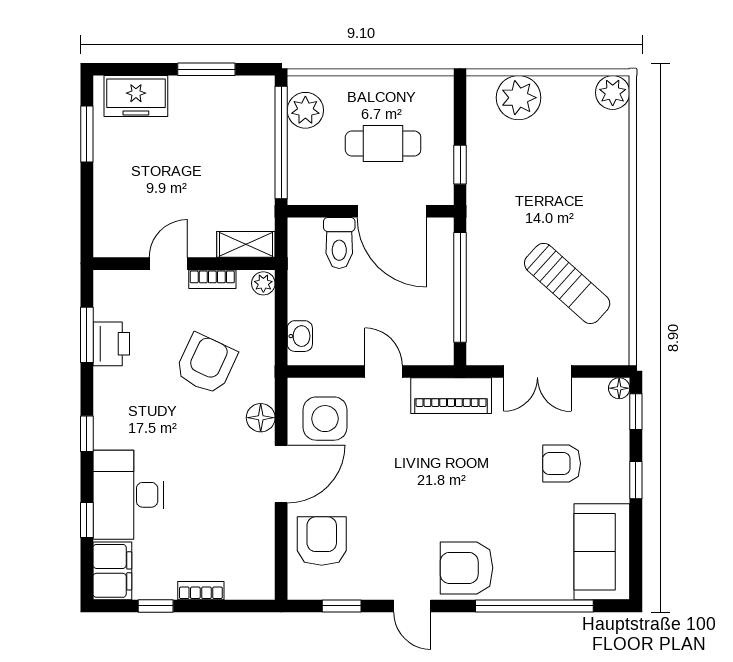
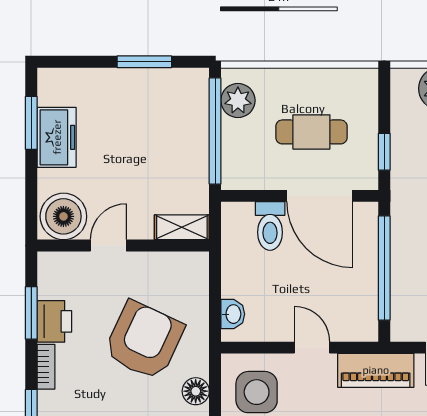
freezer: (136, 96) -> (57, 137), moved, turned -90
boiler: (121, 233) -> (63, 216), added
bookcase: (212, 279) -> (46, 367), moved, turned -90
plant: (263, 283) -> (198, 264), removed
armchair: (206, 364) -> (144, 340), width x1.36, depth x1.36

